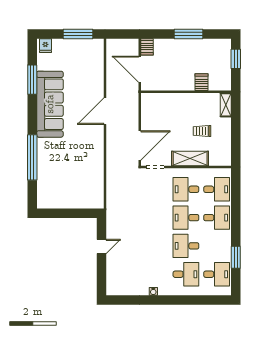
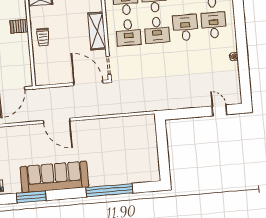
trolley: (202, 131) -> (43, 37), moved
door: (102, 246) -> (219, 110), moved
desk: (186, 246) -> (185, 28), turned 180

